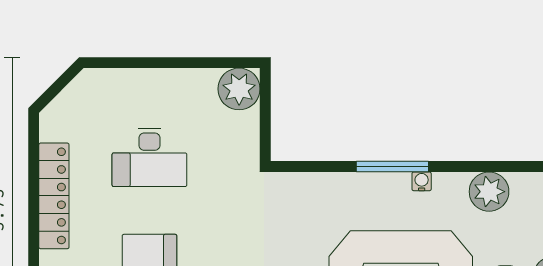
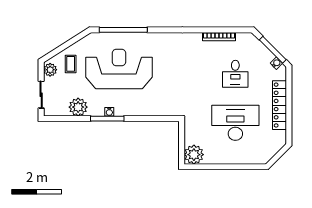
desk: (149, 157) -> (235, 123), width x1.36, depth x1.30
window: (392, 167) -> (107, 119), moved

